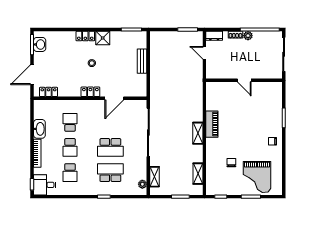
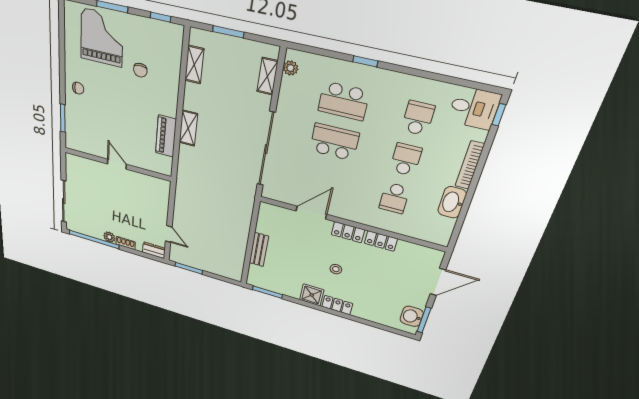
door: (244, 80) -> (117, 164), moved
wall: (244, 80) -> (117, 164), moved
locker: (48, 92) -> (381, 241), moved

